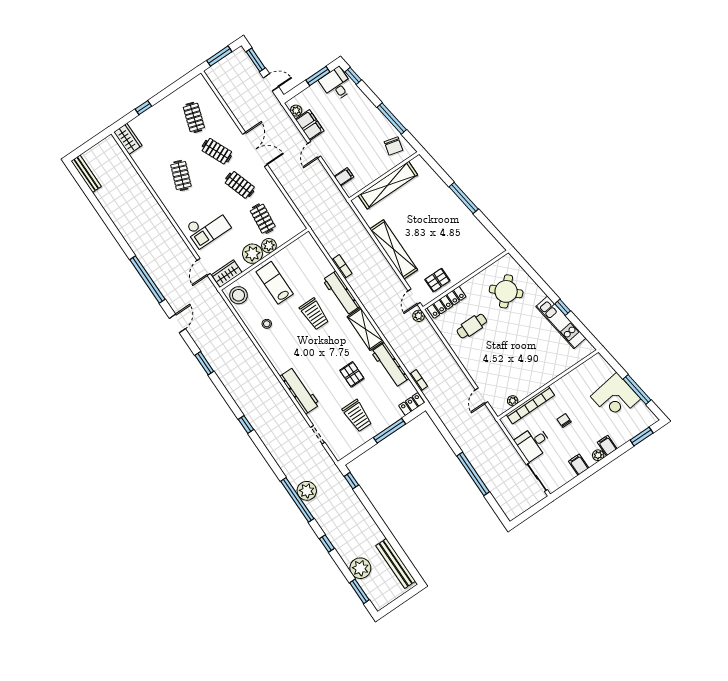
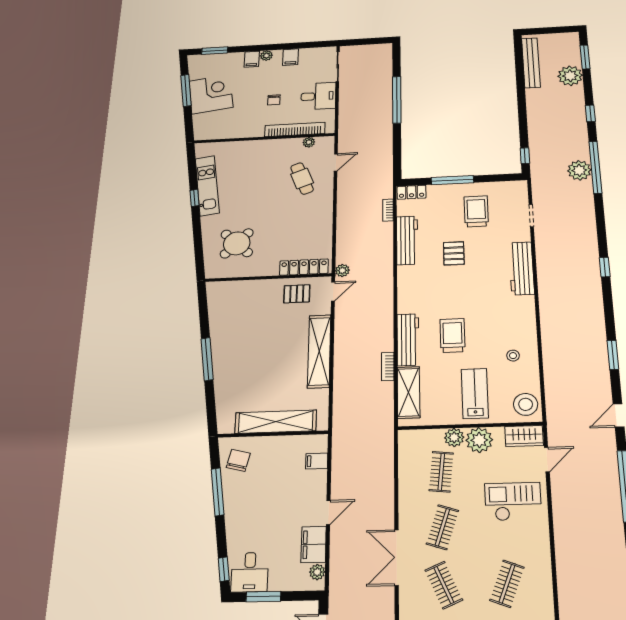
clothes rail: (240, 185) -> (442, 527), turned 36
lab bench: (275, 283) -> (475, 393), turned 180
cafe table: (472, 326) -> (302, 178), moved, turned 69
shelving: (365, 329) -> (409, 392), moved

